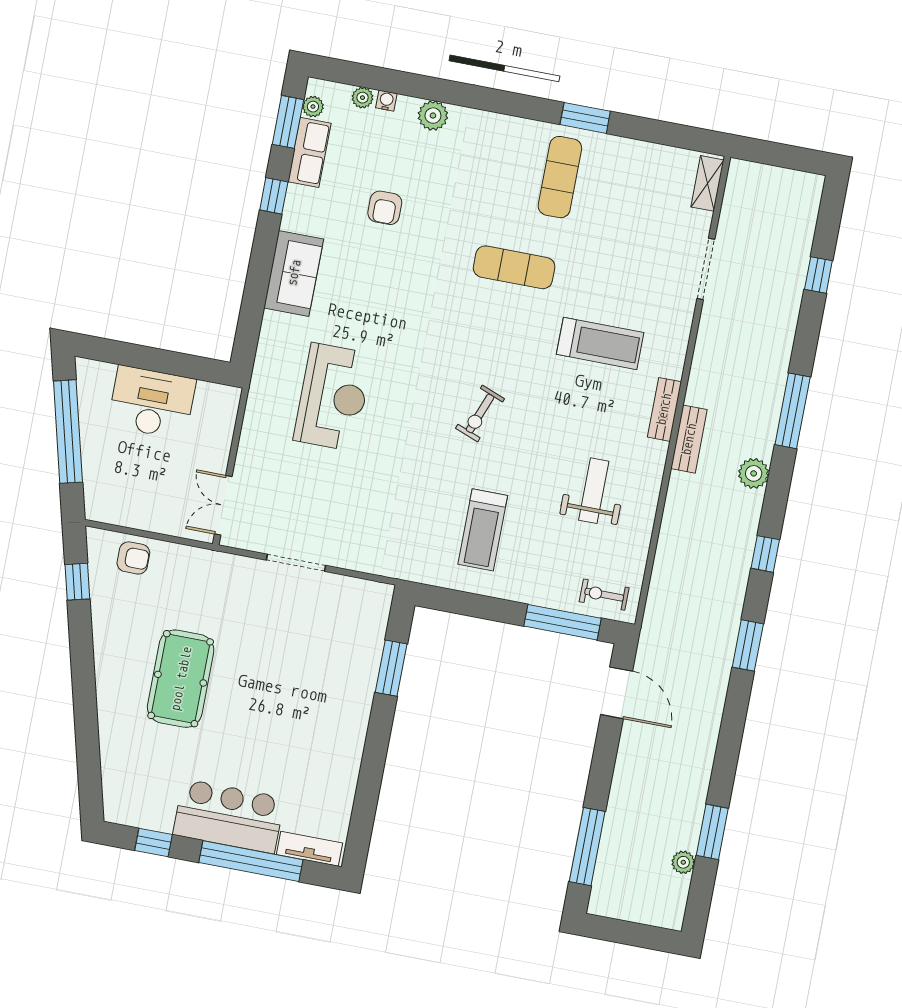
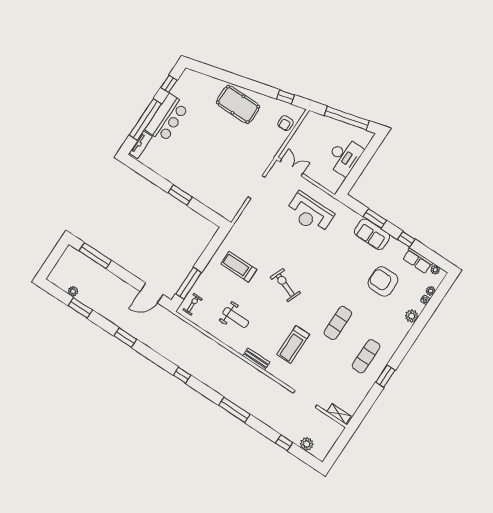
window: (288, 122) -> (375, 219), moved
exercise mat: (560, 177) -> (366, 356), turned 90
armchair: (385, 208) -> (383, 281), width x1.88, depth x1.88
reception desk: (333, 397) -> (310, 213), moved
exercise bike: (480, 413) -> (285, 285), width x1.38, depth x1.39
bench: (689, 439) -> (240, 364), removed
plant: (754, 473) -> (307, 444), moved
window: (748, 645) -> (125, 338), moved
window: (391, 668) -> (180, 195), moved
pool table: (181, 679) -> (238, 104), moved

